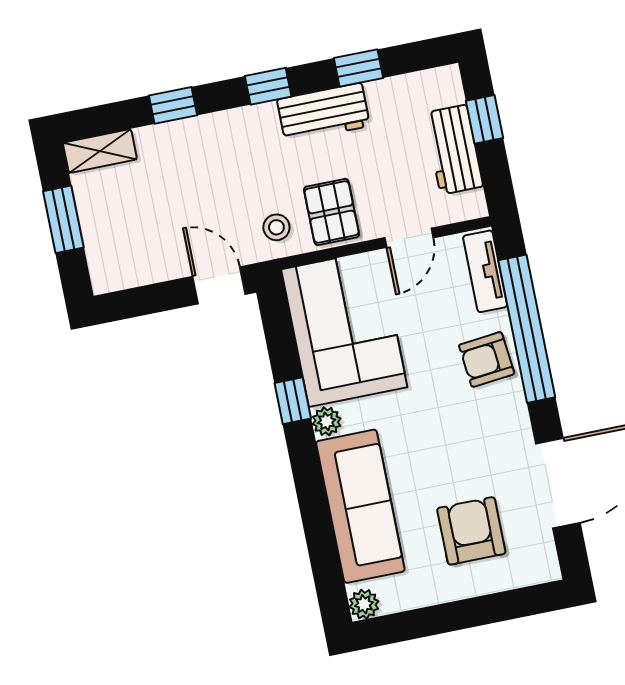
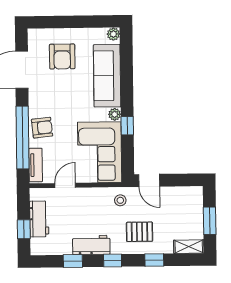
pallet: (332, 212) -> (140, 232), moved, turned 90

